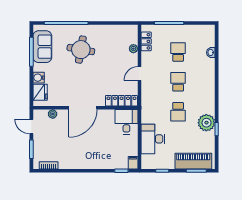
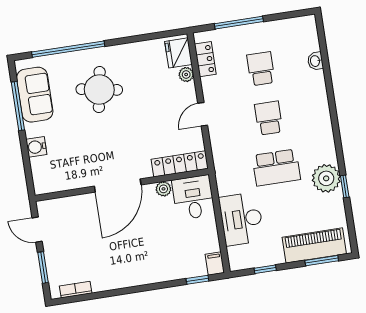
fridge: (40, 92) -> (178, 53), moved, turned 180
school desk: (178, 112) -> (276, 168), width x1.85
plant: (53, 114) -> (163, 189), moved

